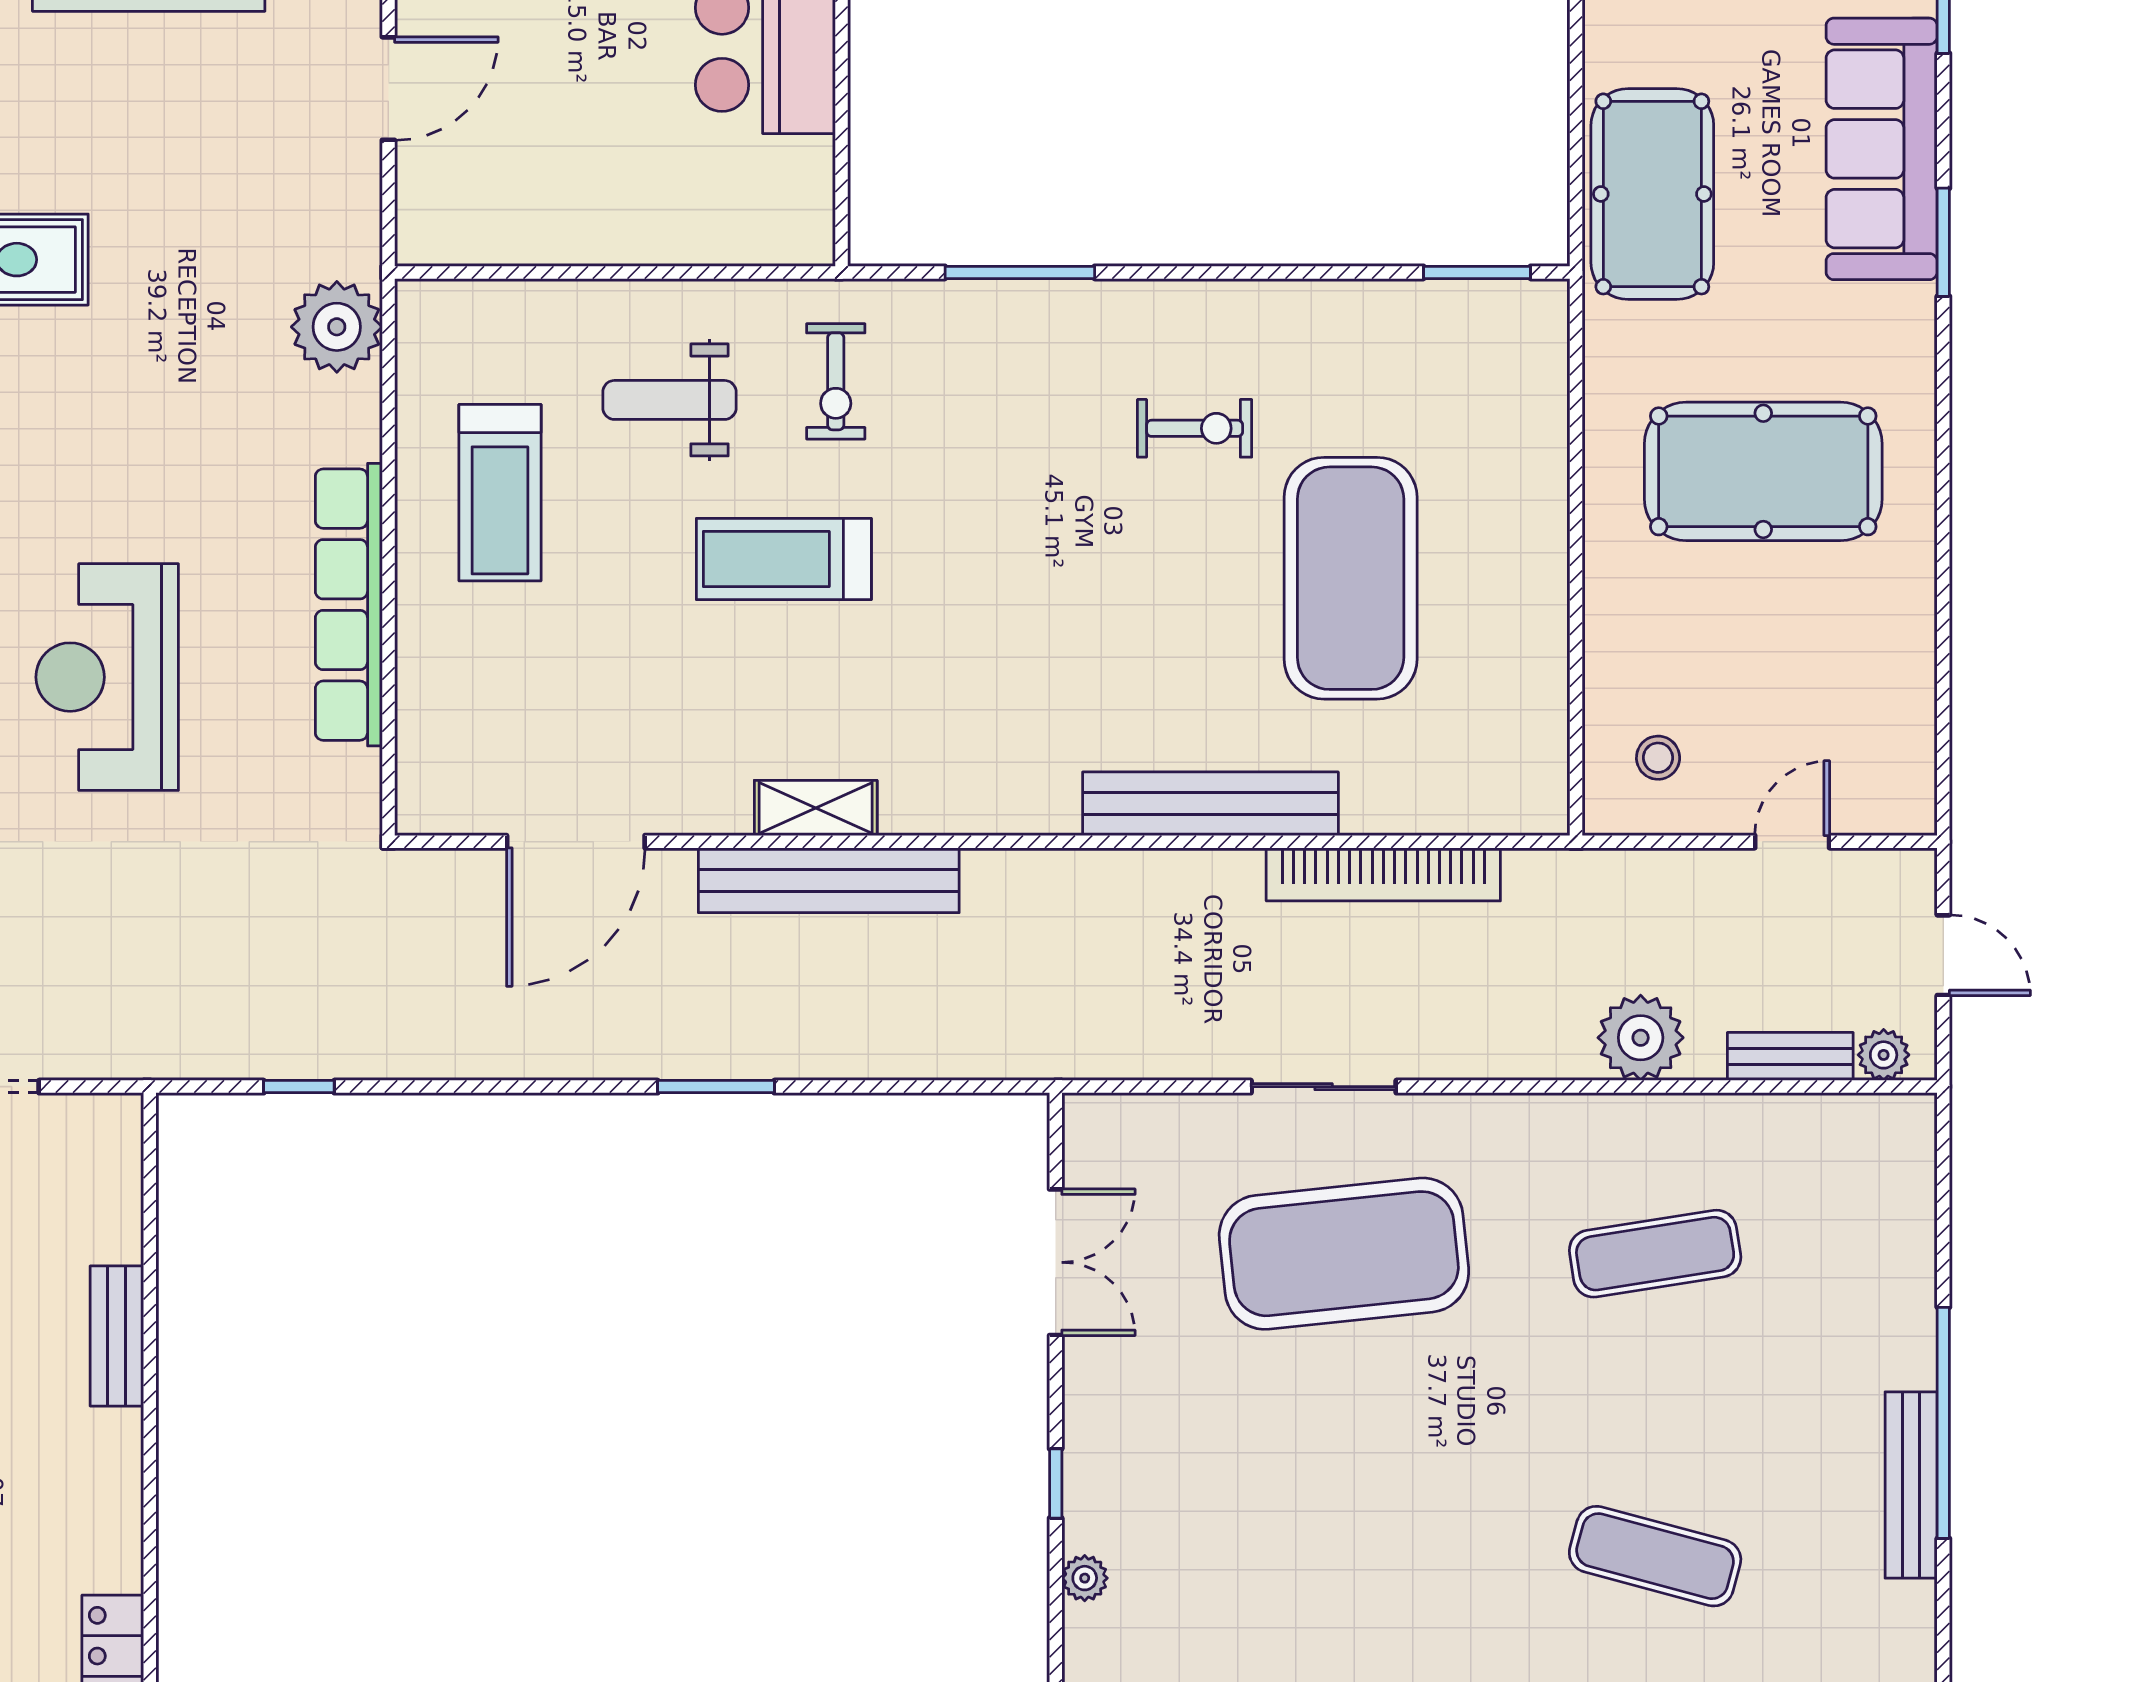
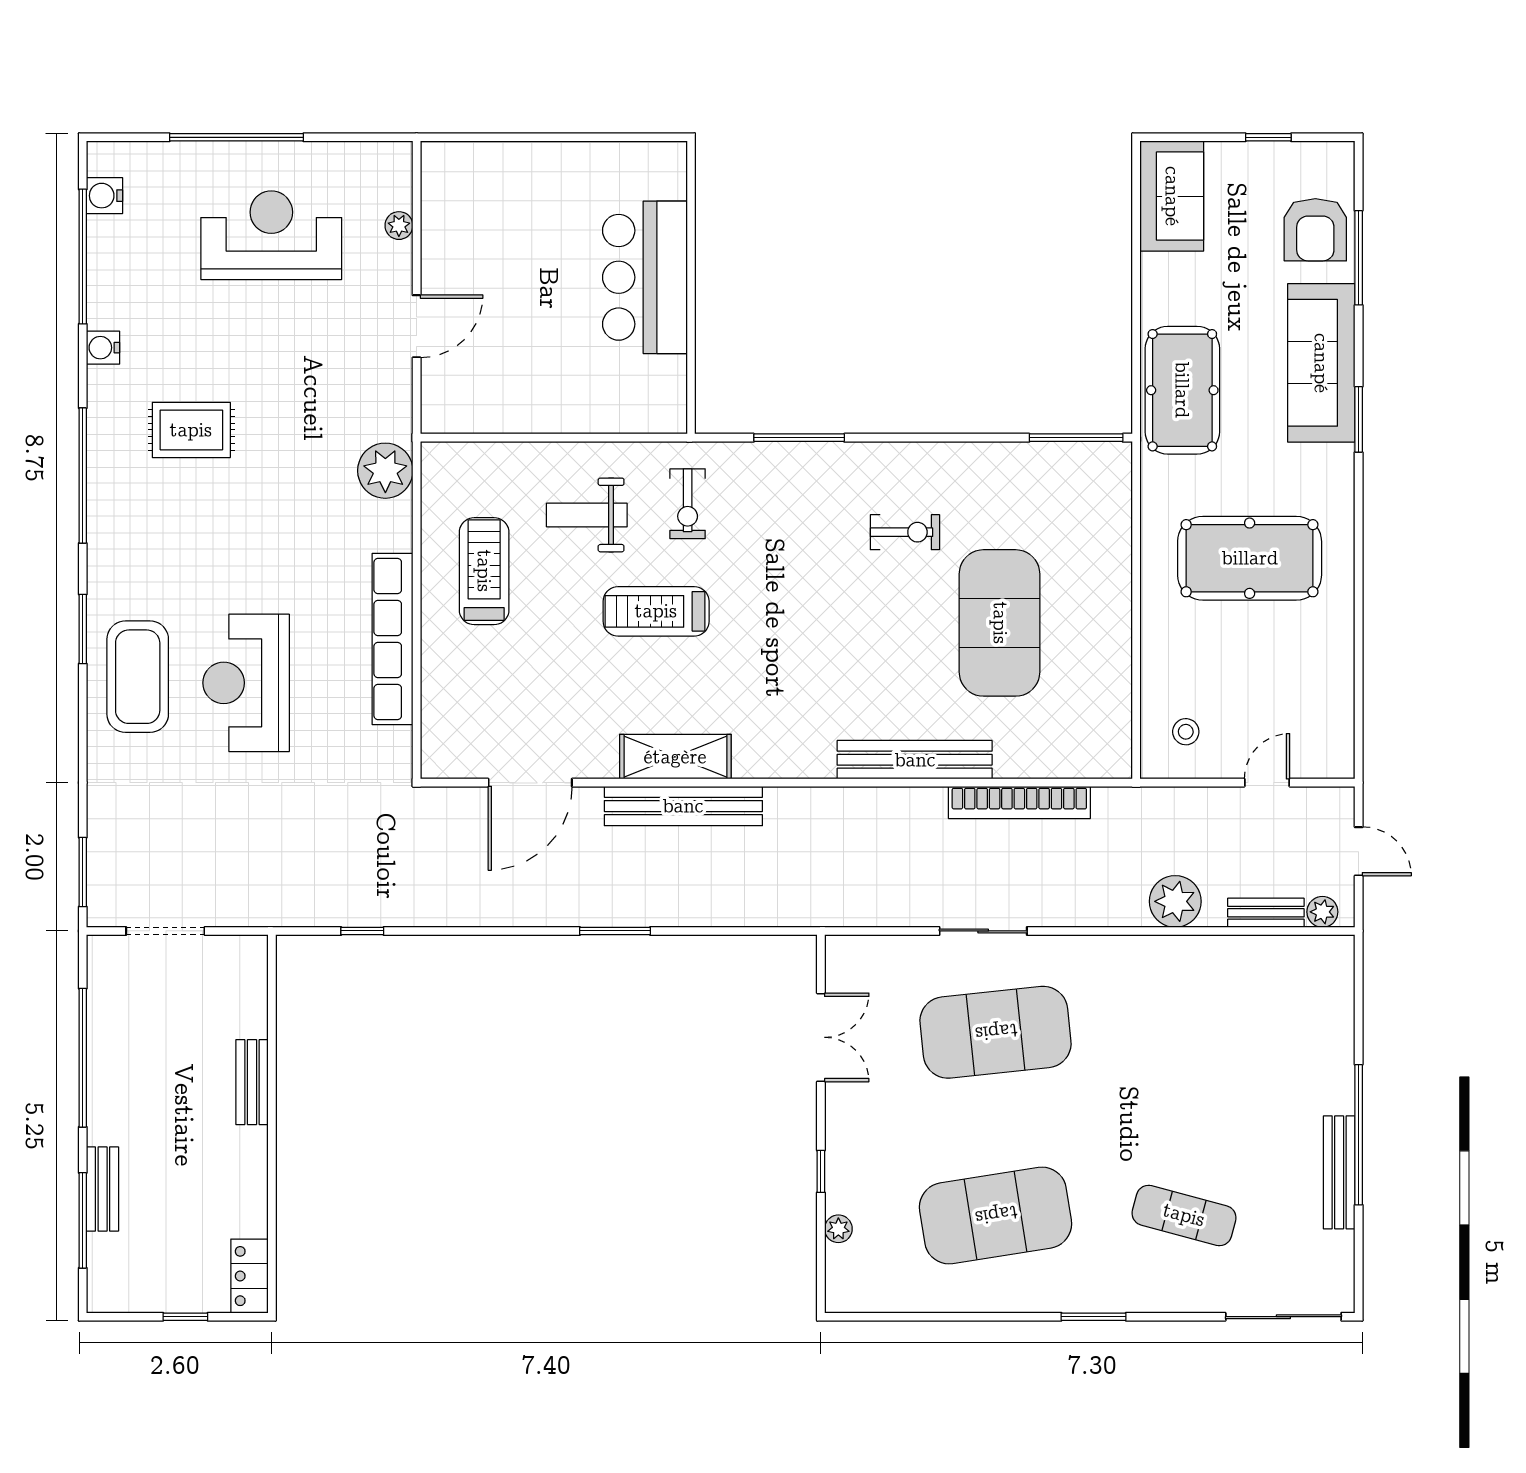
window: (1477, 272) -> (1076, 438), width x1.44
treadmill: (500, 493) -> (484, 571), turned 180
shelving: (816, 808) -> (675, 757), width x1.50, depth x1.33
exercise mat: (1655, 1254) -> (996, 1215), moved, width x2.00, depth x1.45

